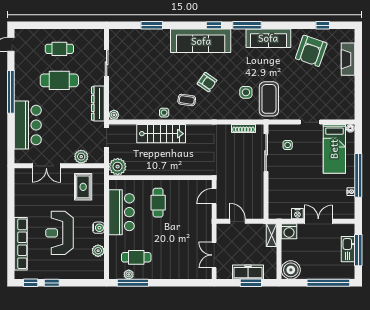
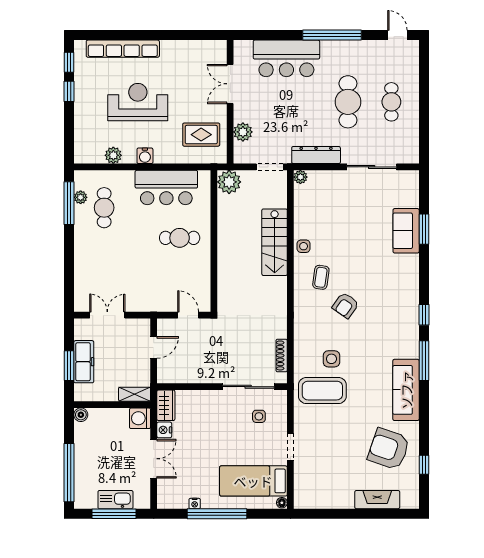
sofa: (201, 41) -> (406, 231), moved, width x0.54, depth x0.79
sliding door: (107, 63) -> (372, 167), width x1.37
wardrobe: (280, 213) -> (166, 405), added
boiler: (291, 270) -> (81, 415), width x0.54, depth x0.54

